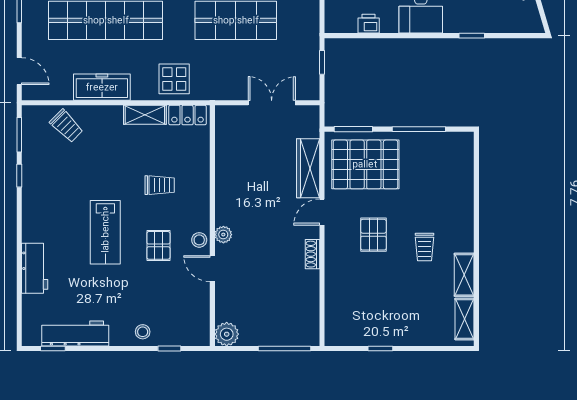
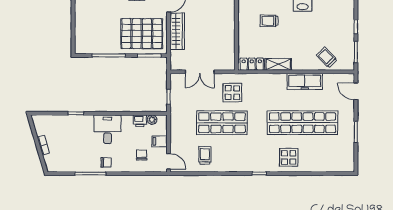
plant: (349, 26) -> (152, 119), added
display table: (174, 79) -> (232, 93), moved

